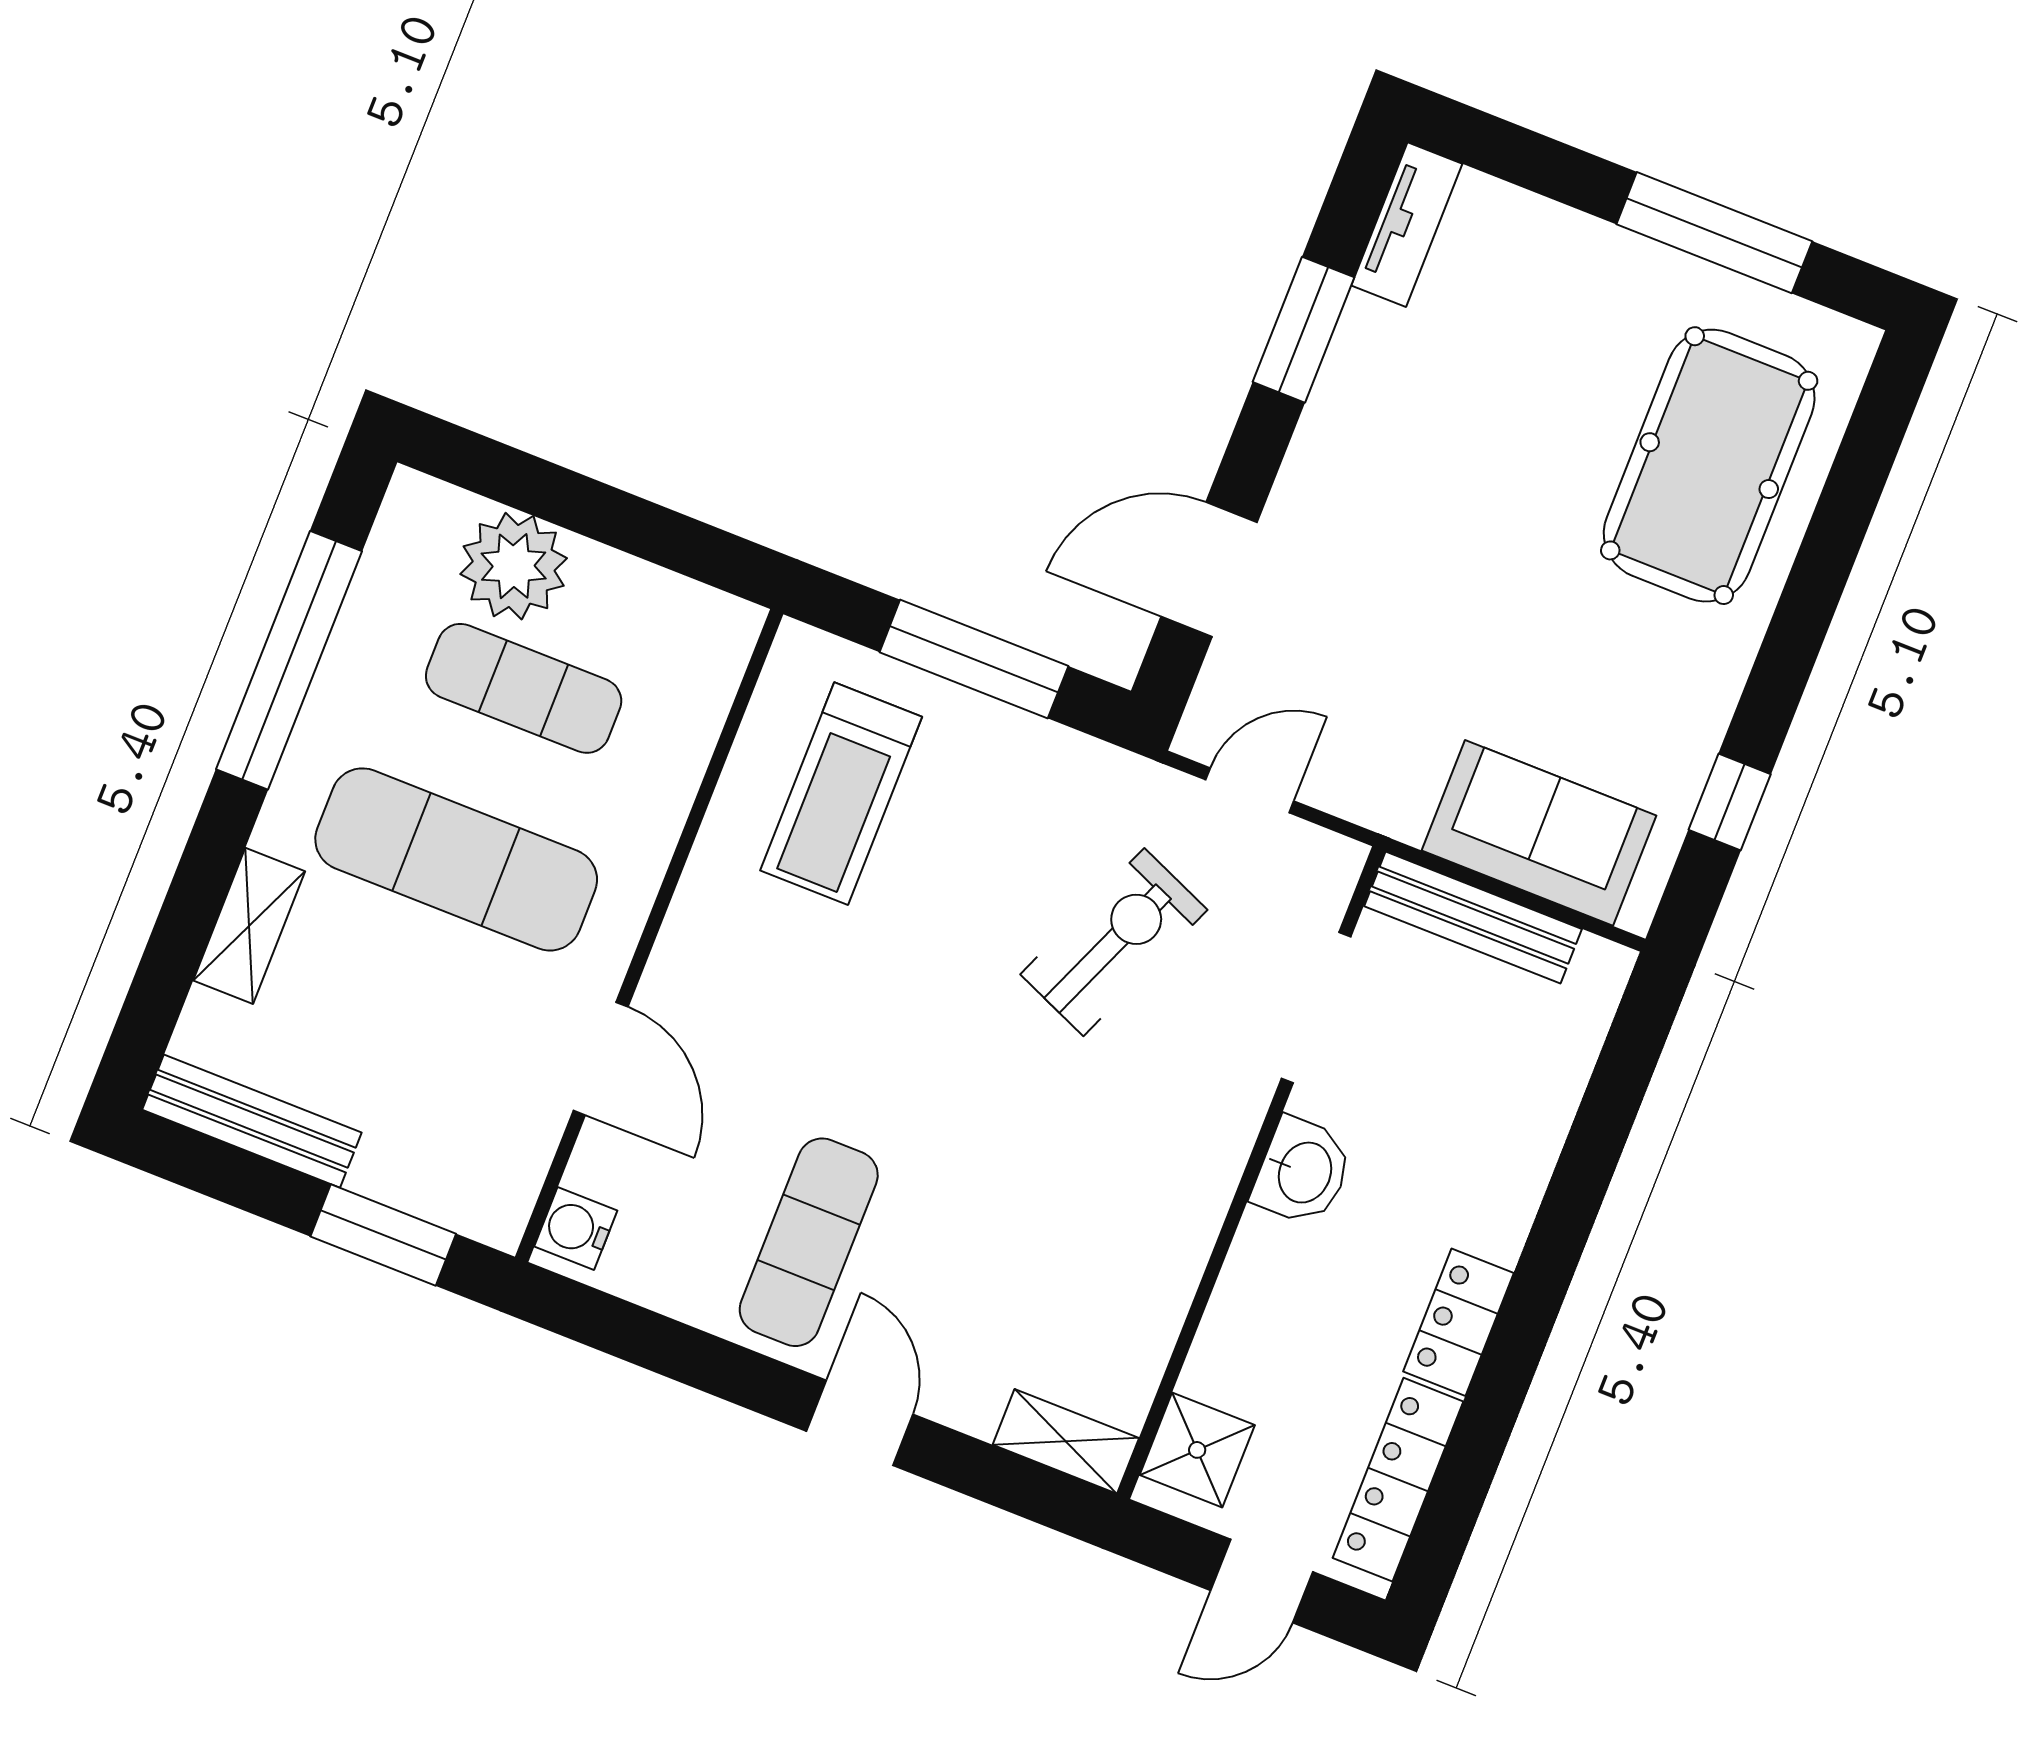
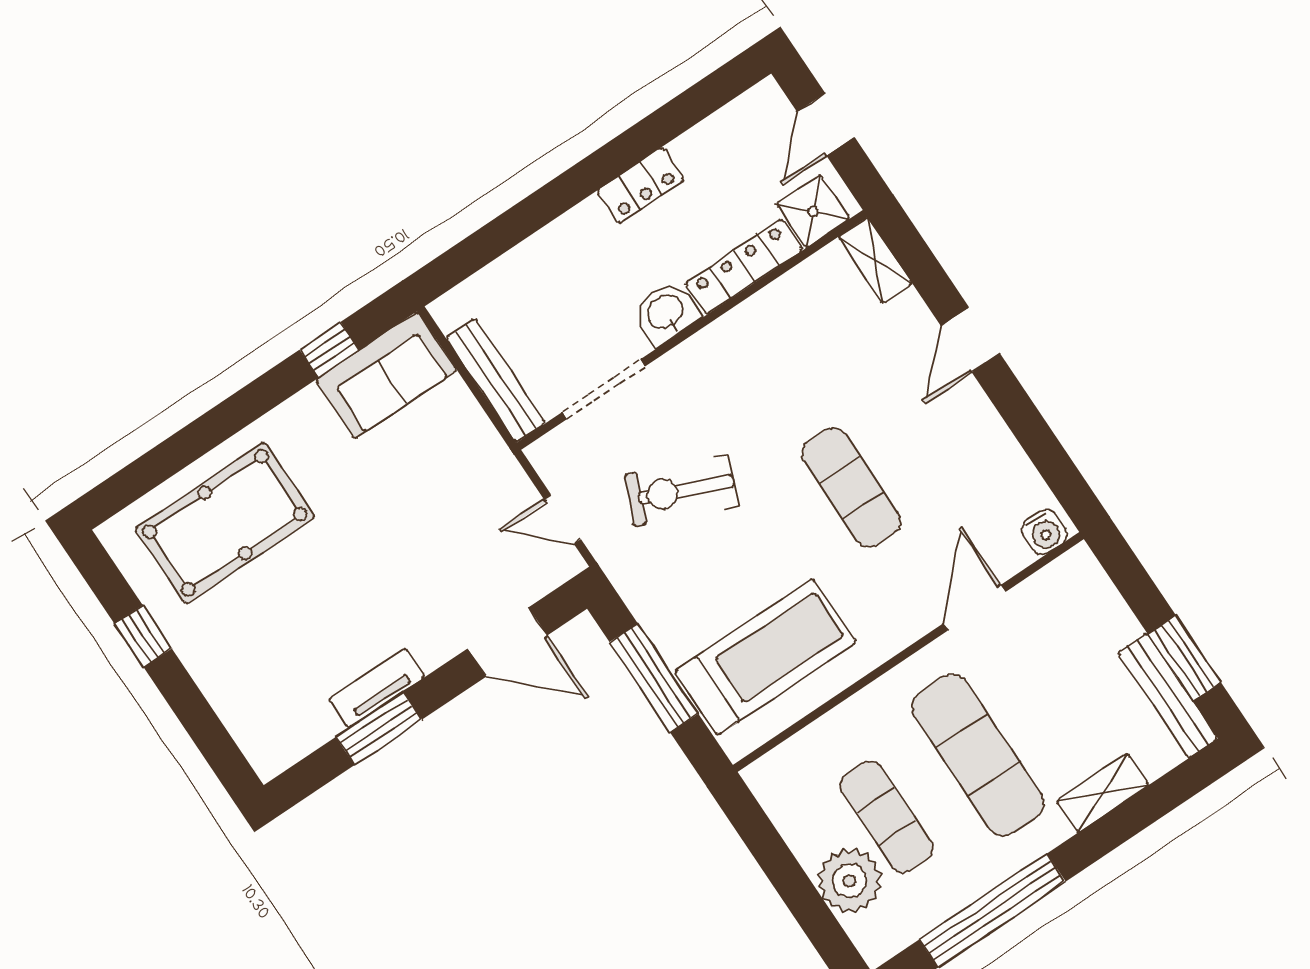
tv unit: (1407, 225) -> (377, 688), moved
window: (1714, 233) -> (143, 636), width x0.46
treadmill: (841, 794) -> (765, 657), width x1.37, depth x1.38
sofa: (1539, 833) -> (386, 375), moved, turned -90
window: (383, 1235) -> (1184, 658), moved
exercise mat: (809, 1242) -> (851, 487), moved, turned 90
locker: (1398, 1480) -> (744, 267), moved, turned 180
door: (1262, 1581) -> (826, 125), swing flipped

